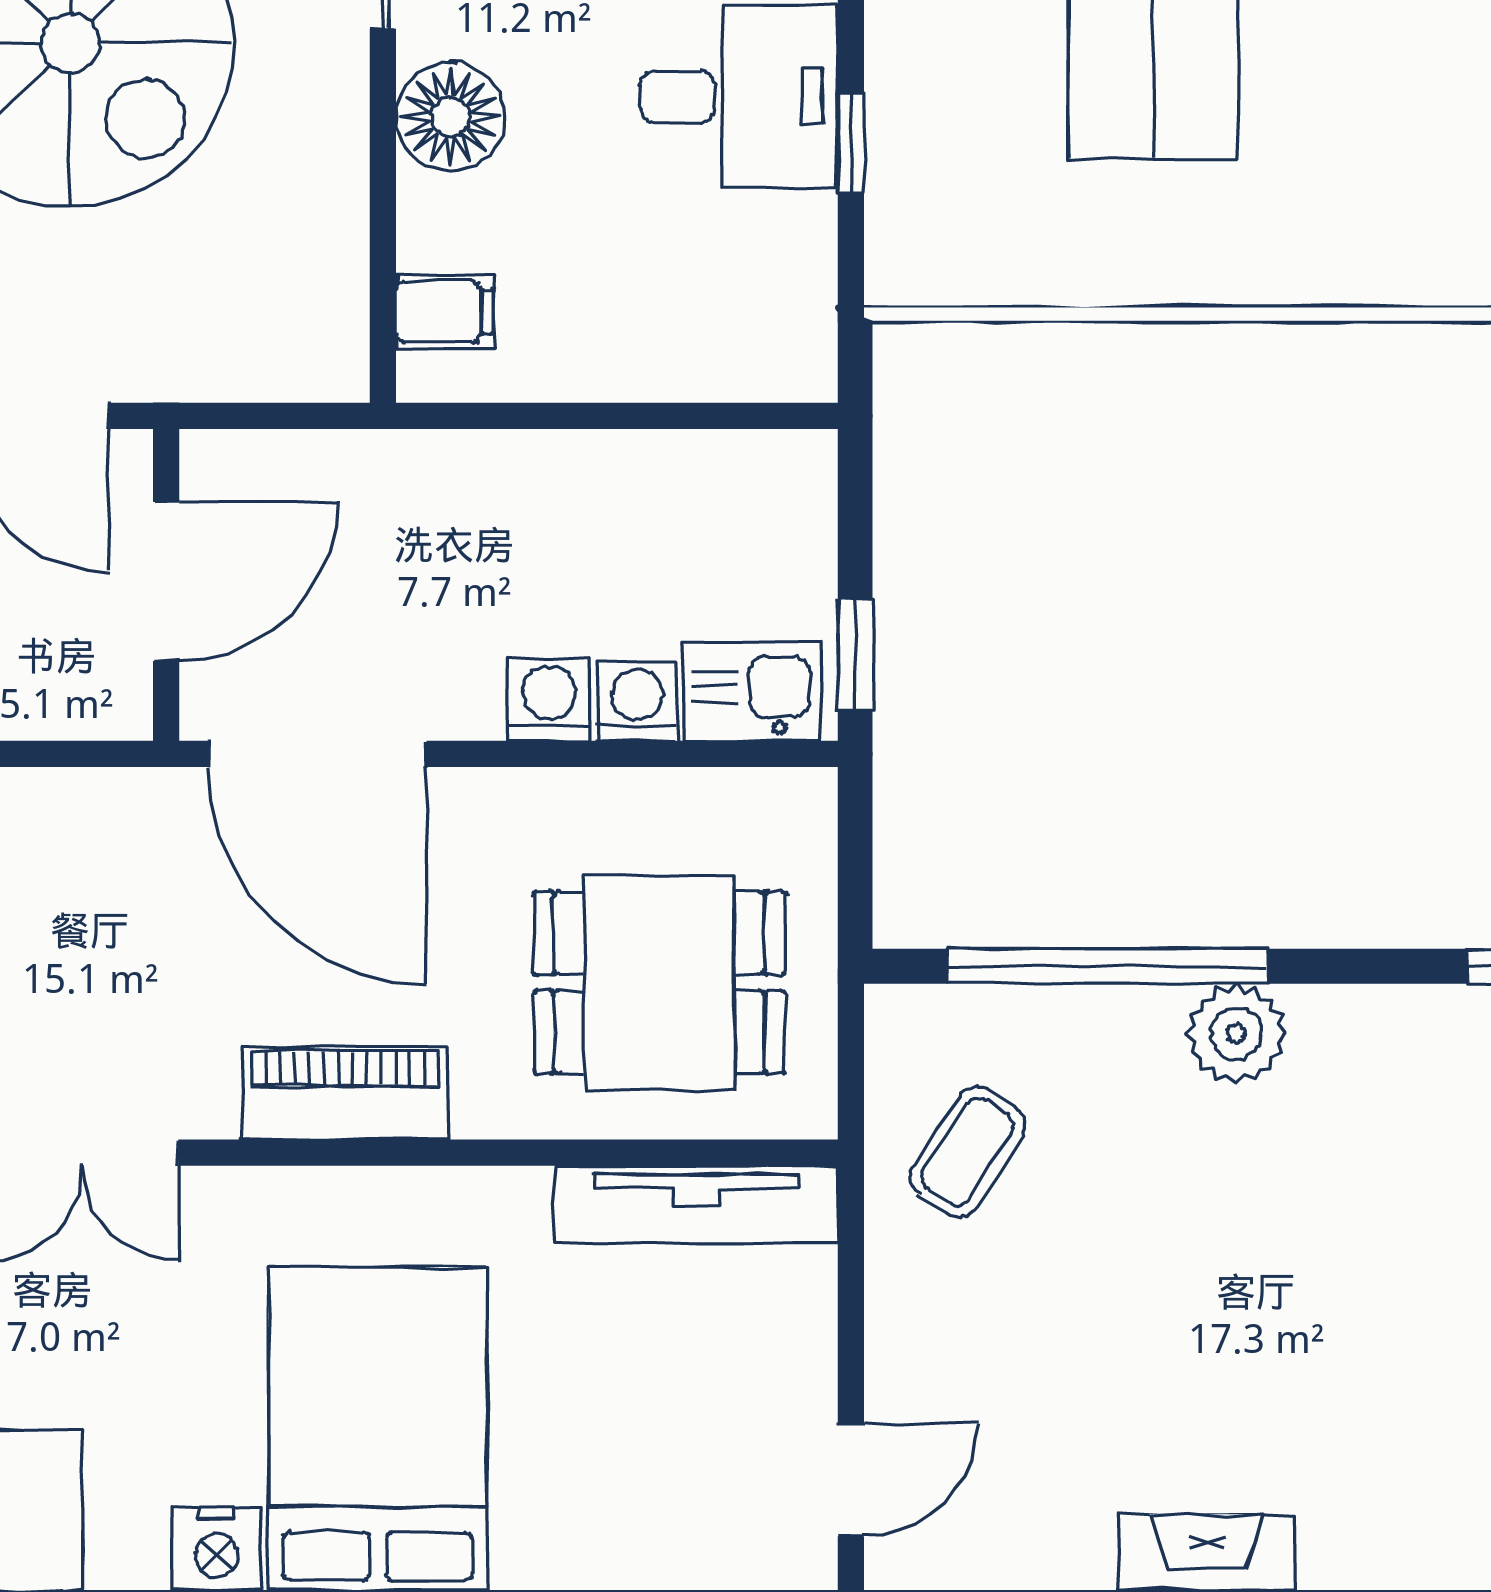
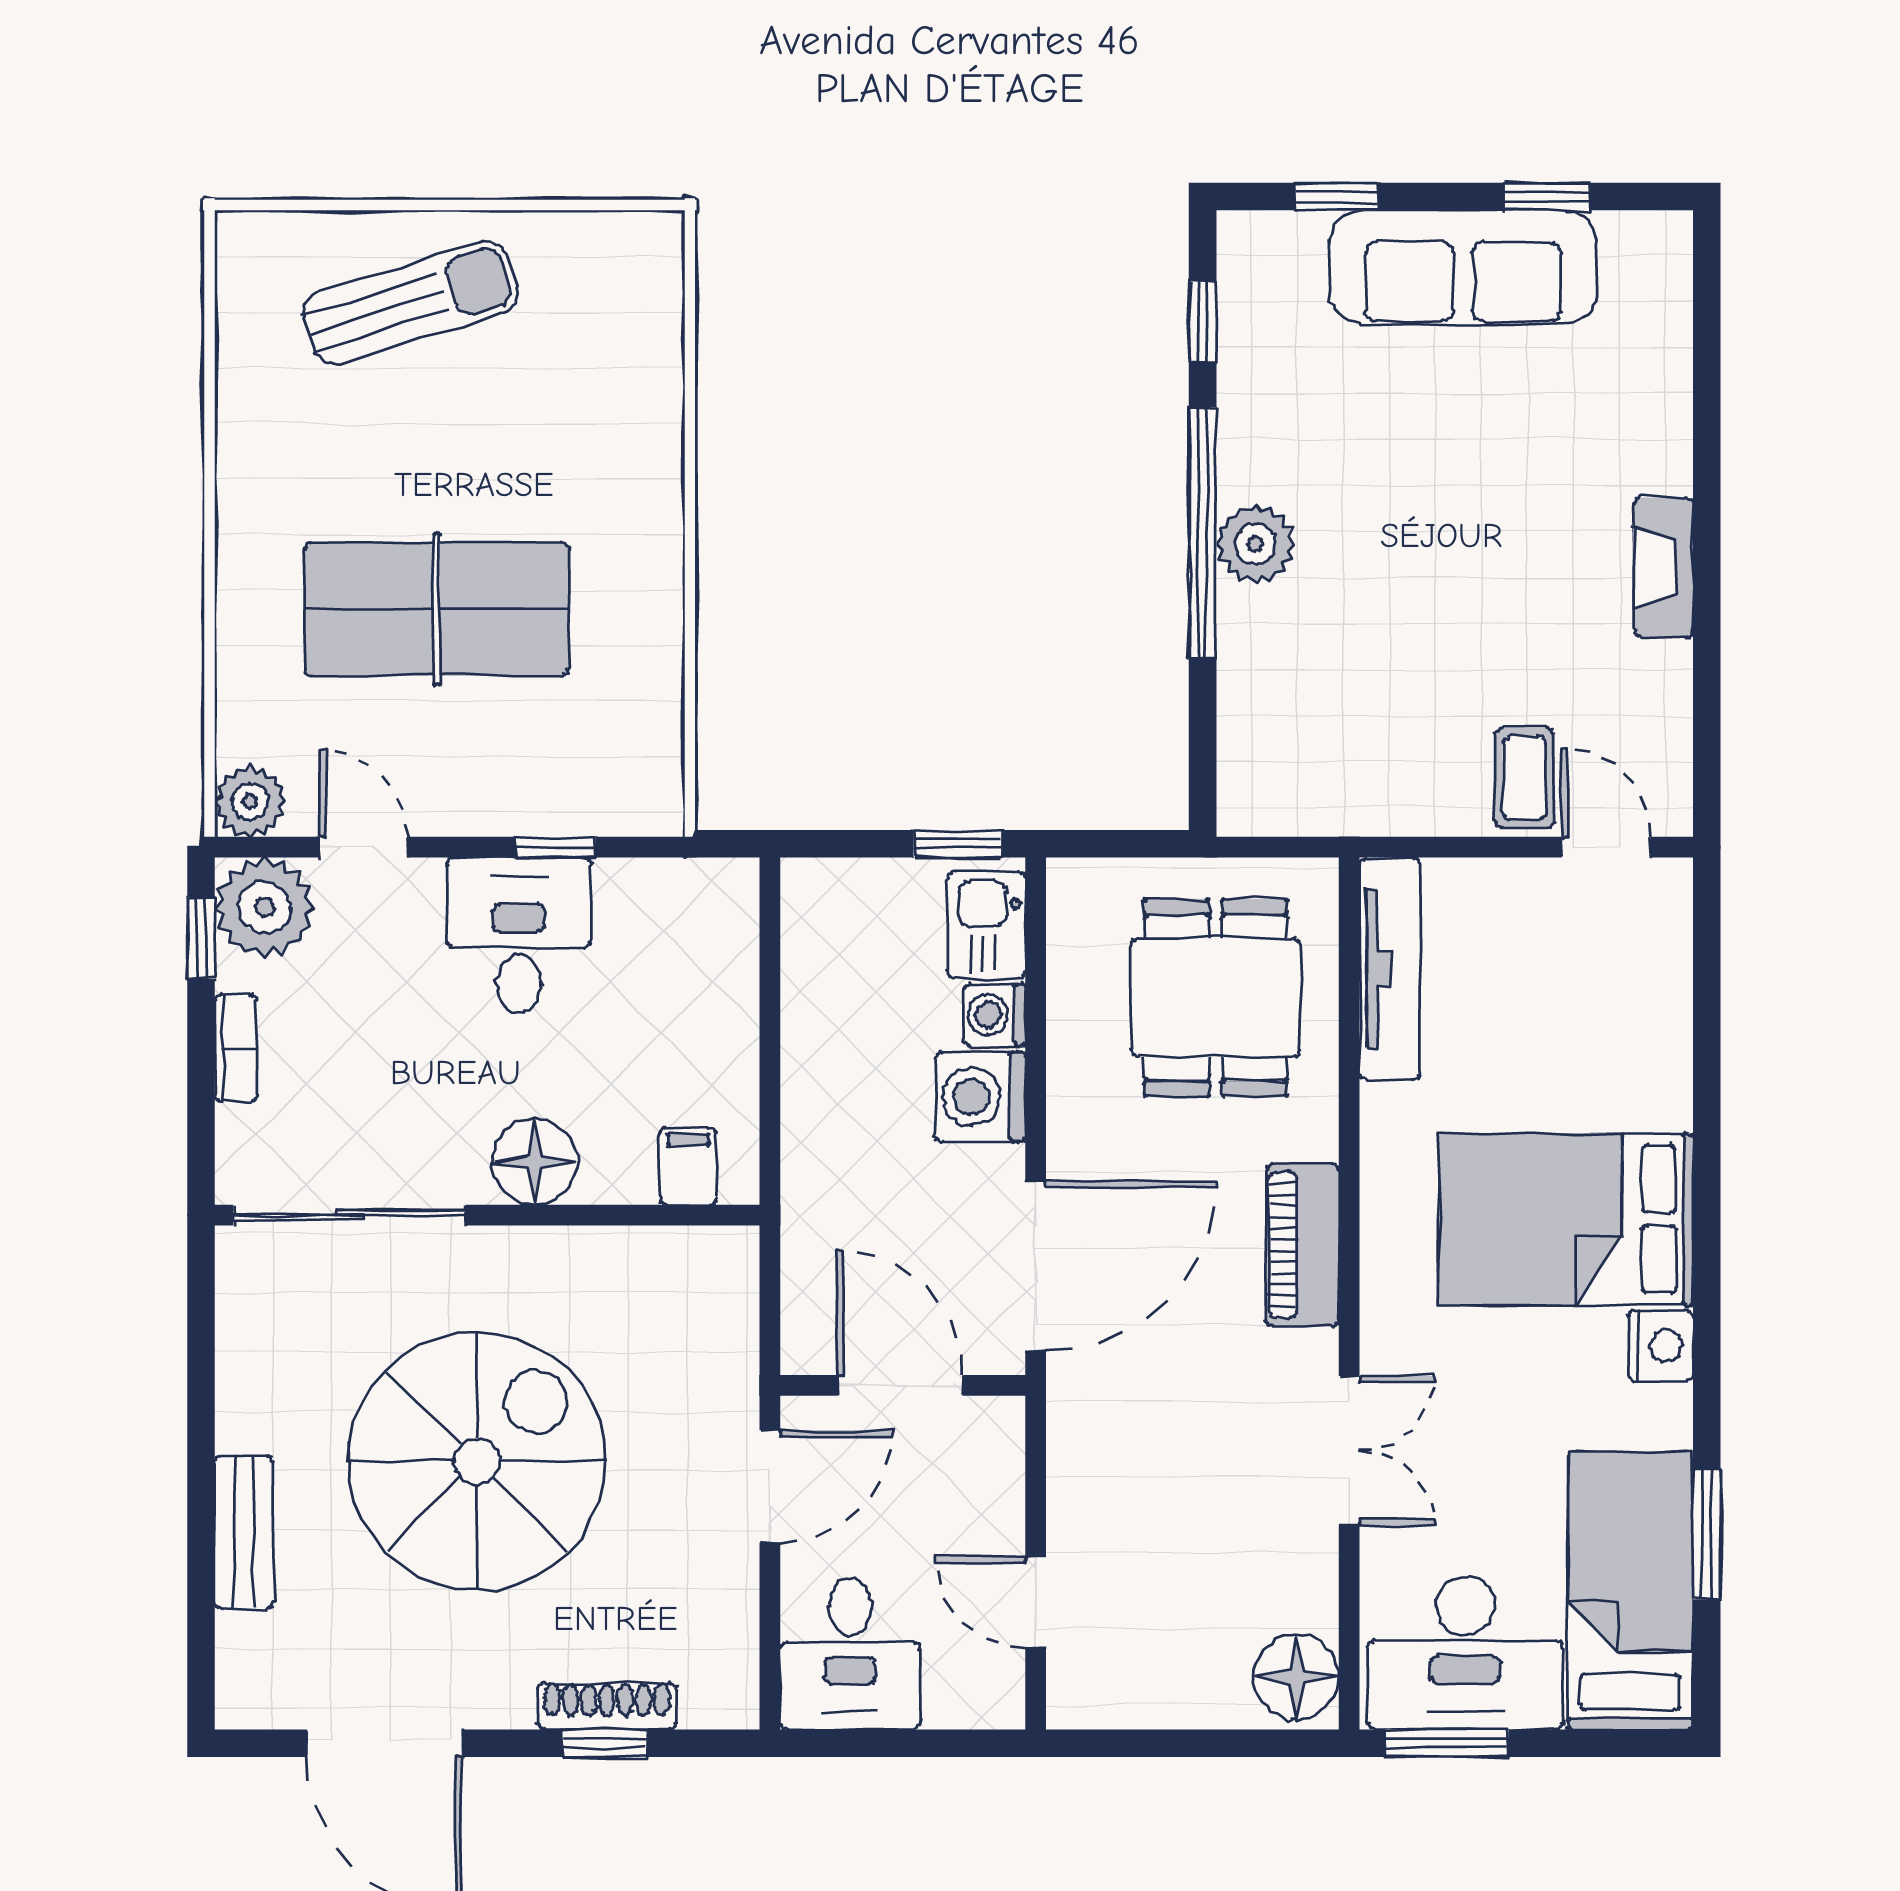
washing machine: (549, 699) -> (980, 1097), width x1.38, depth x1.38
window: (1108, 966) -> (1203, 533), moved
coffee table: (968, 1151) -> (1524, 778), moved, turned 57

